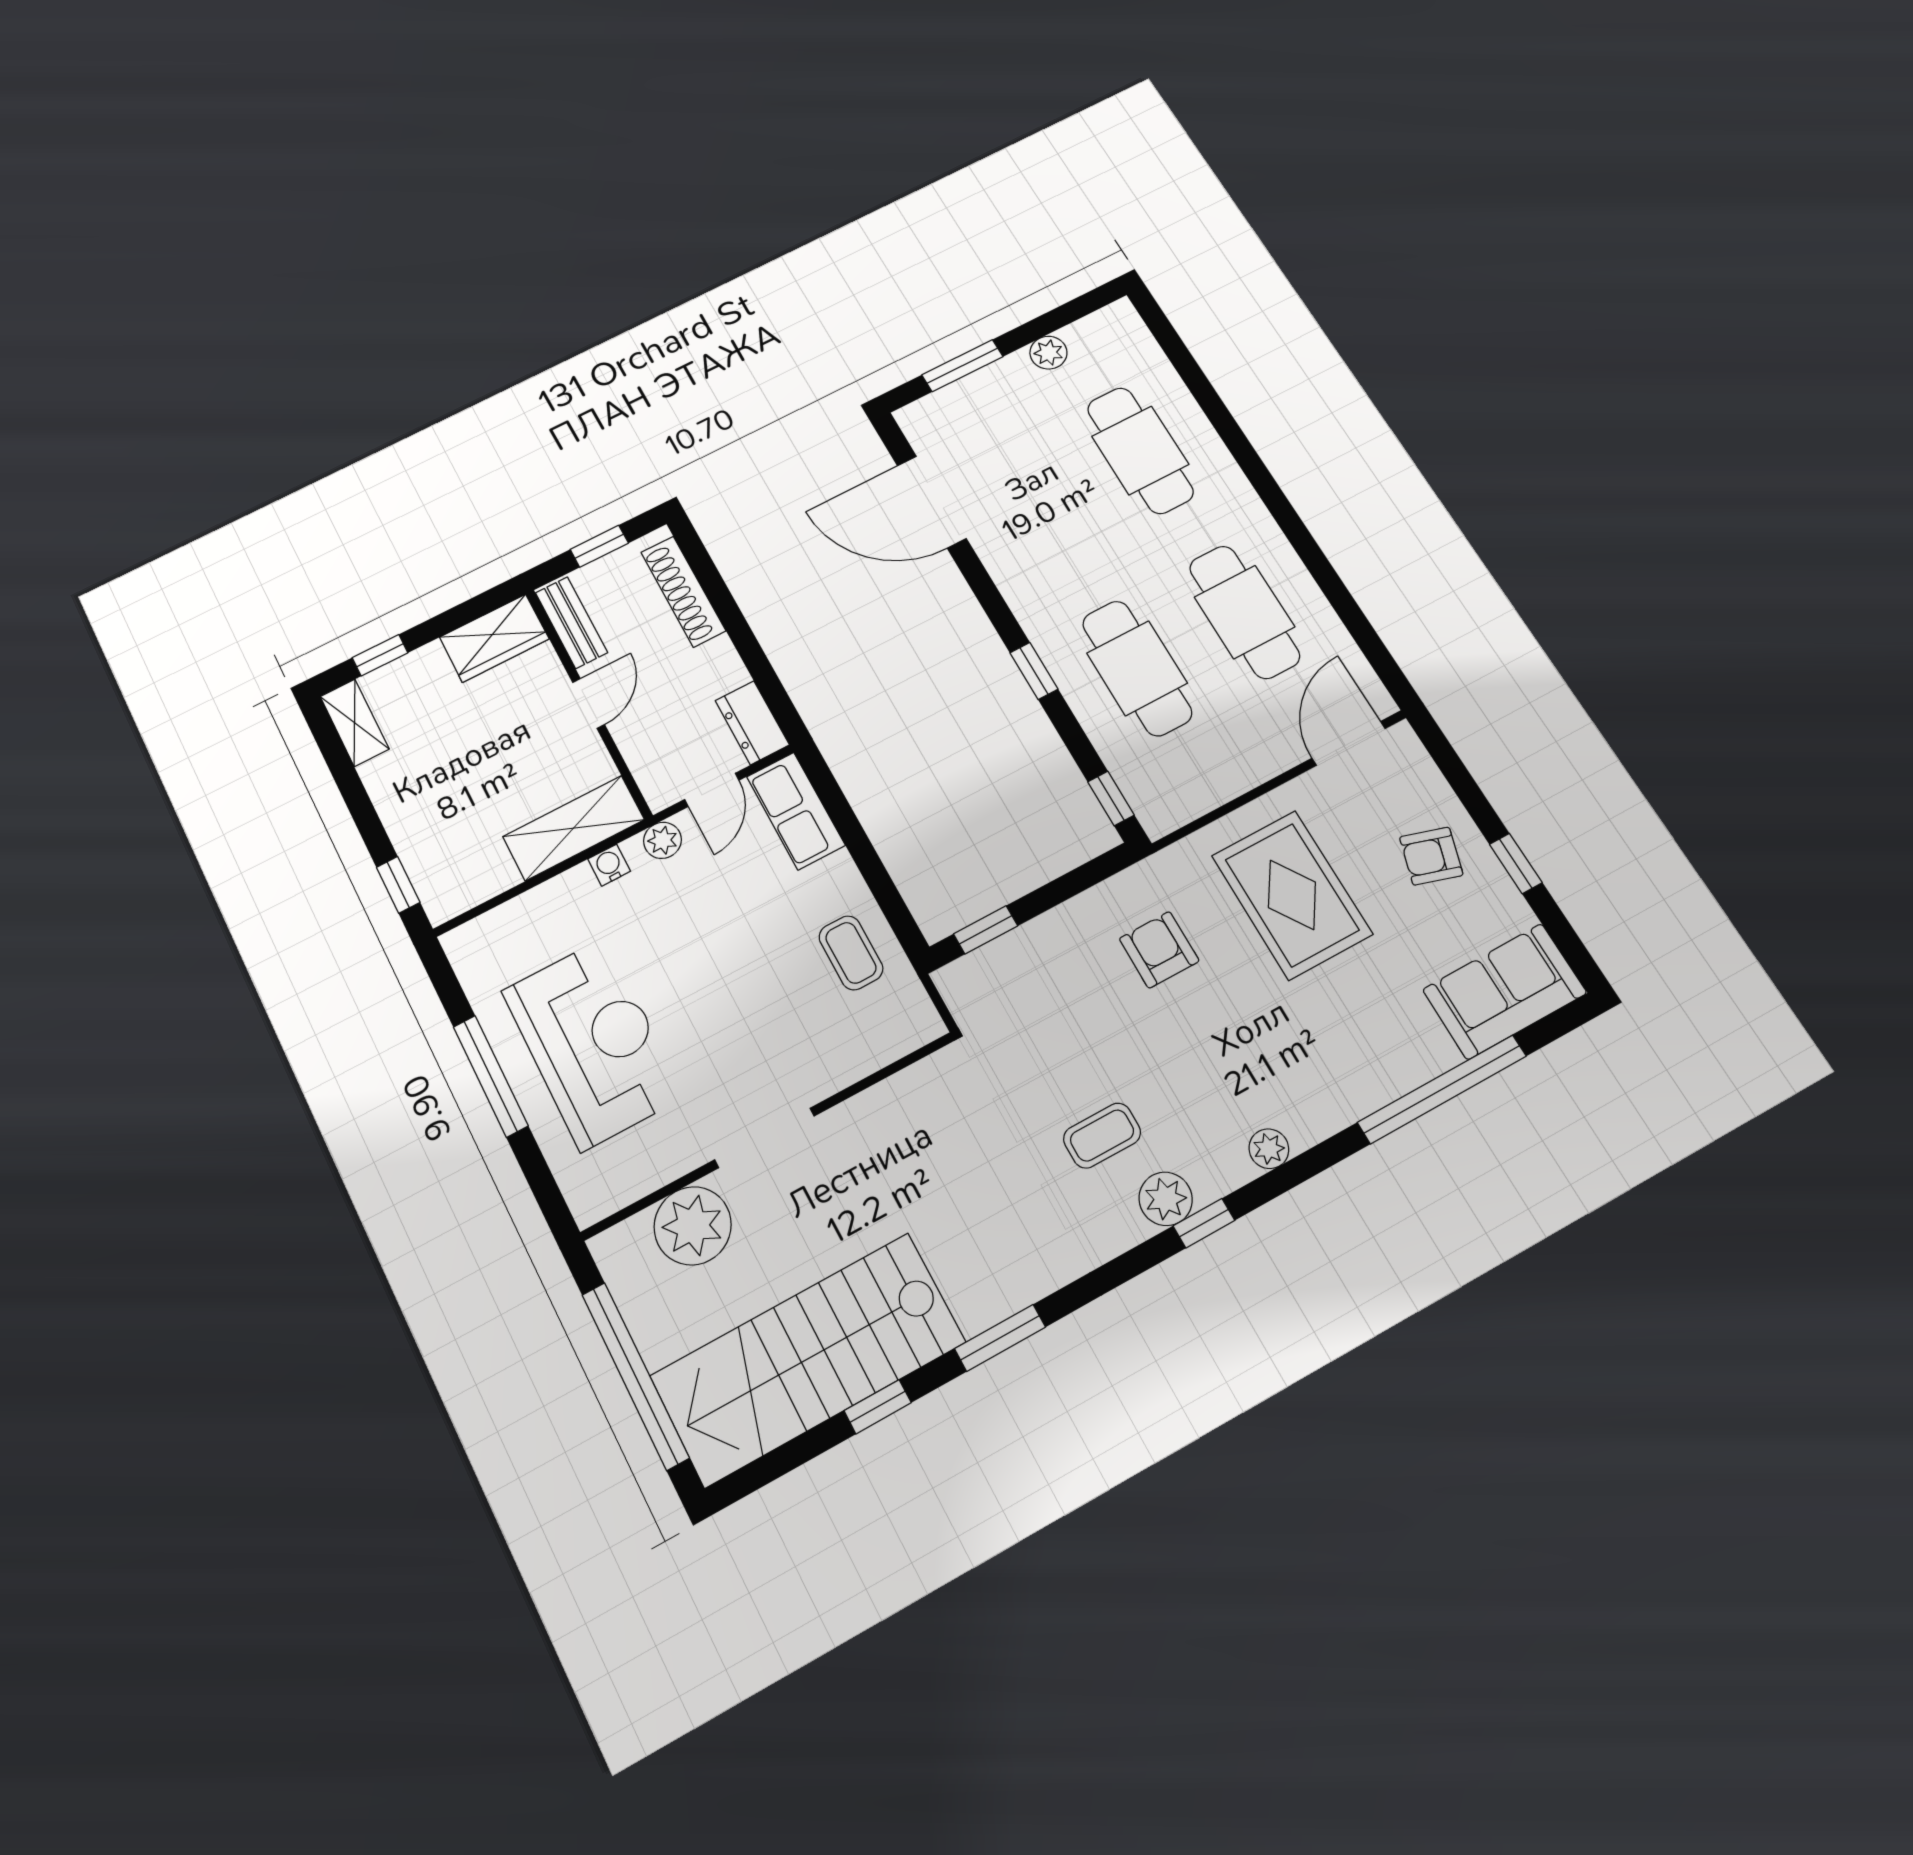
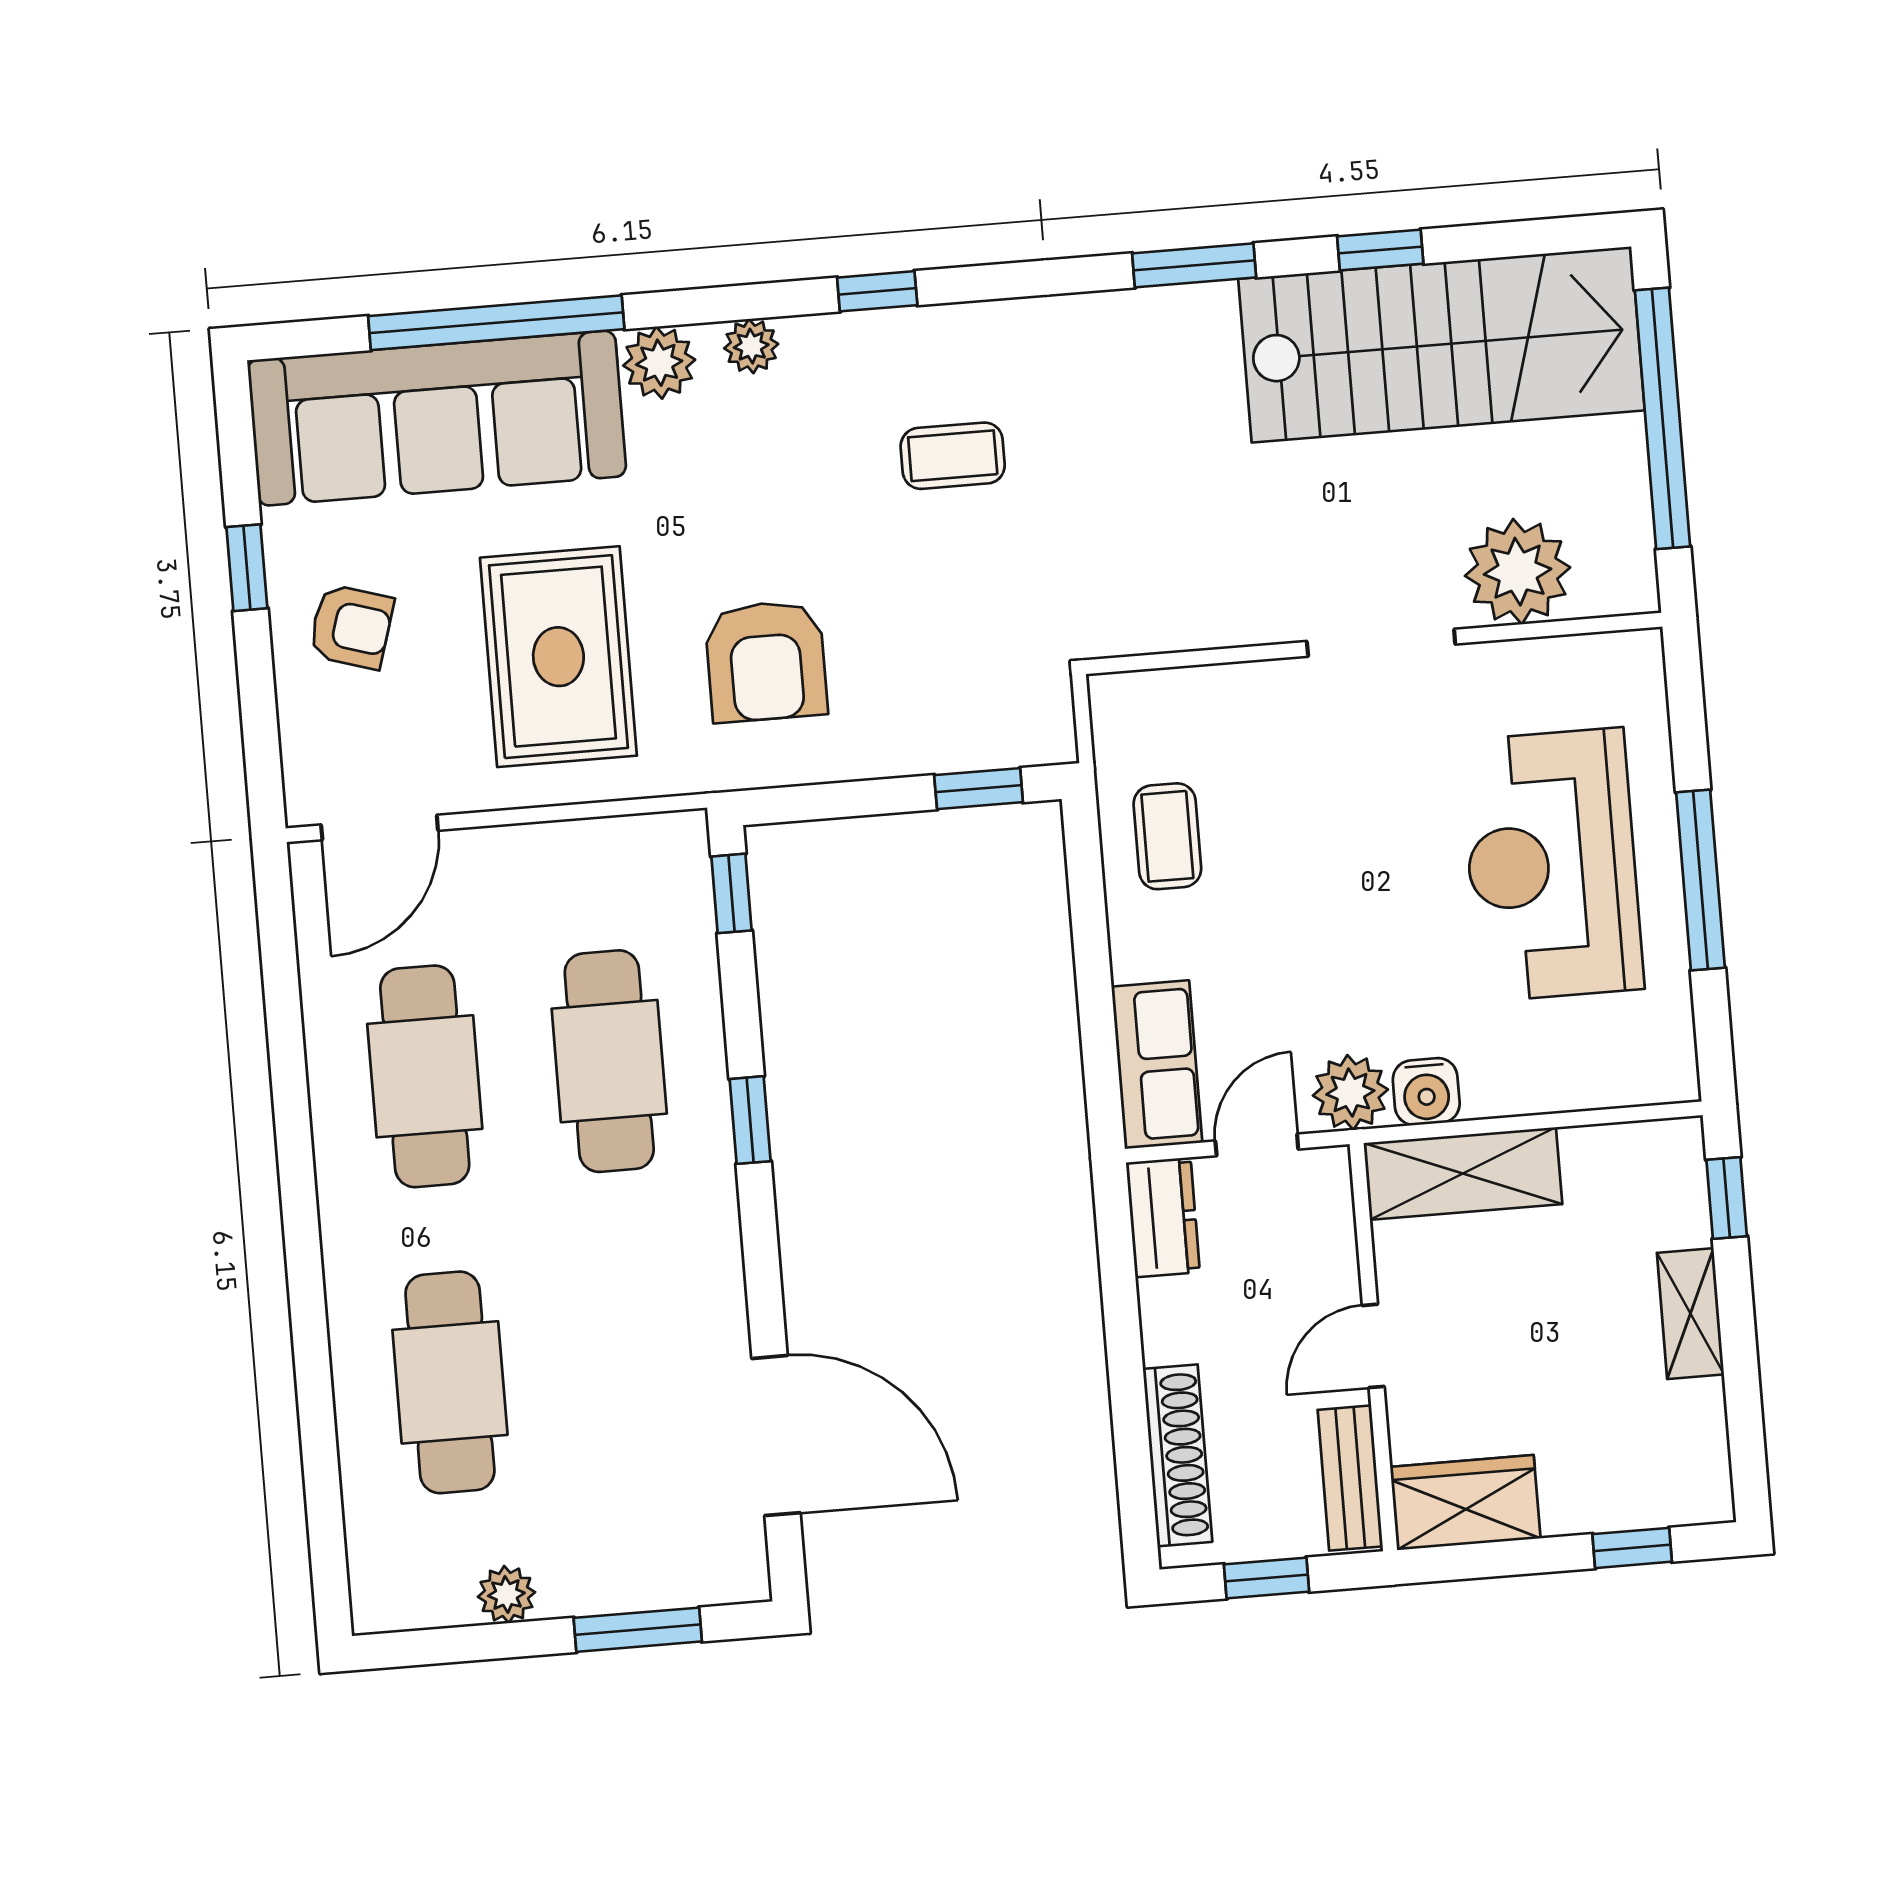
shelving: (355, 723) -> (1690, 1314), moved
plant: (663, 840) -> (1350, 1093), width x1.38, depth x1.38
water cooler: (609, 865) -> (1426, 1092), width x1.38, depth x1.38
armchair: (1159, 950) -> (766, 661), width x1.38, depth x1.38
sofa: (1505, 991) -> (437, 418), width x1.85, depth x1.27
plant: (1166, 1199) -> (659, 363), moved

